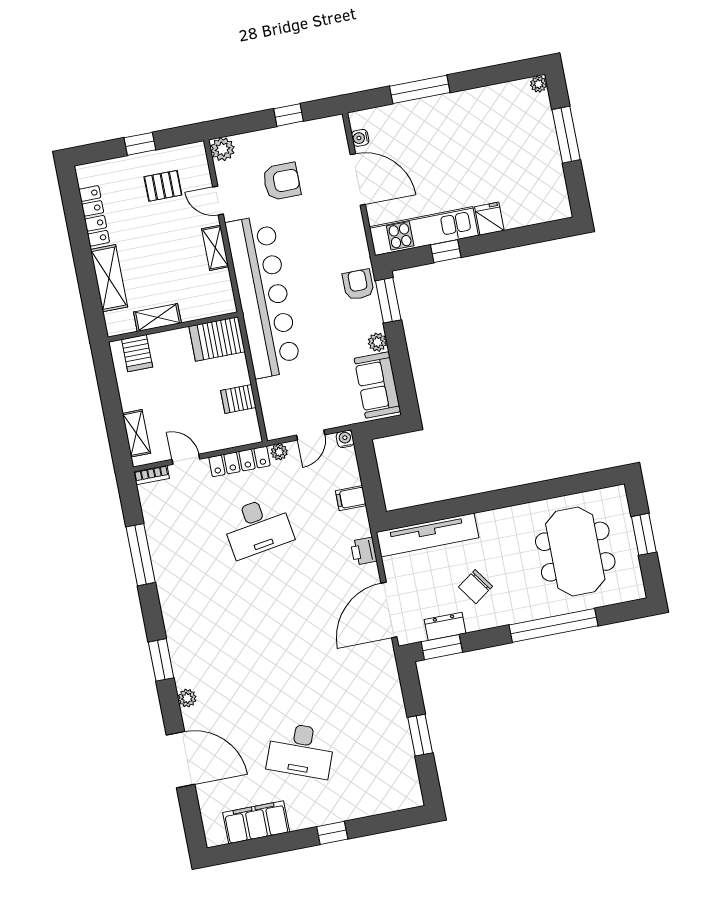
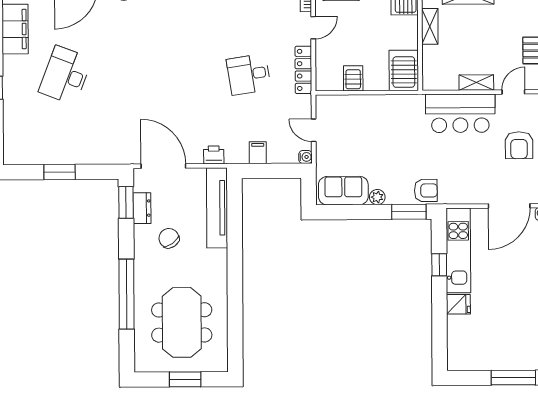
bar counter: (263, 296) -> (460, 113), width x0.54
plant: (279, 452) -> (305, 103), removed
desk: (257, 527) -> (249, 74), width x0.73
meeting table: (575, 552) -> (182, 322), turned 90

